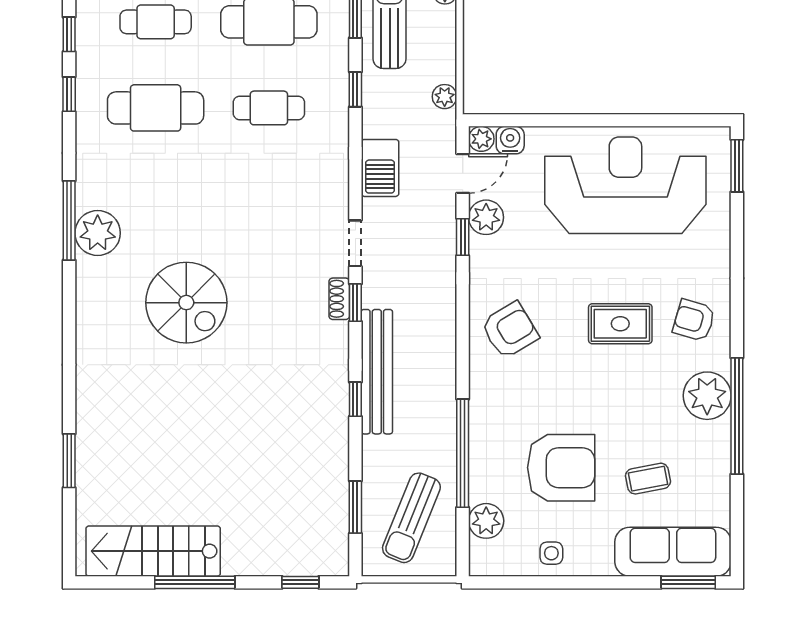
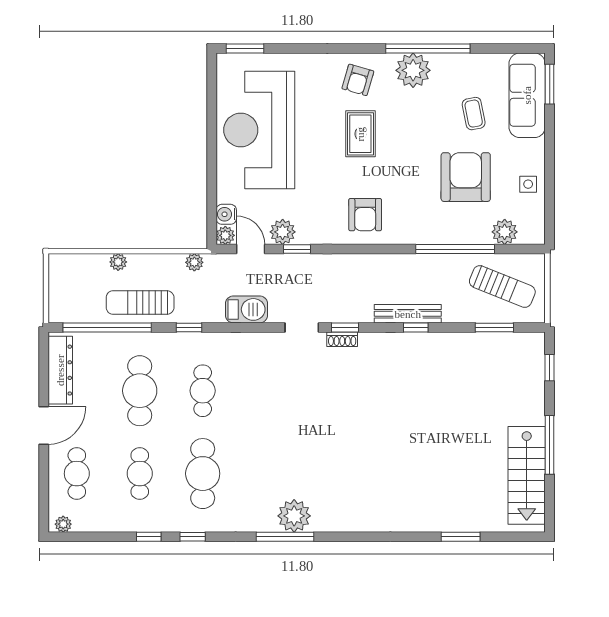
spiral stairs: (186, 303) -> (345, 451), removed
armchair: (510, 330) -> (365, 215), turned -149
bench: (377, 372) -> (408, 314), width x0.73, depth x0.82

